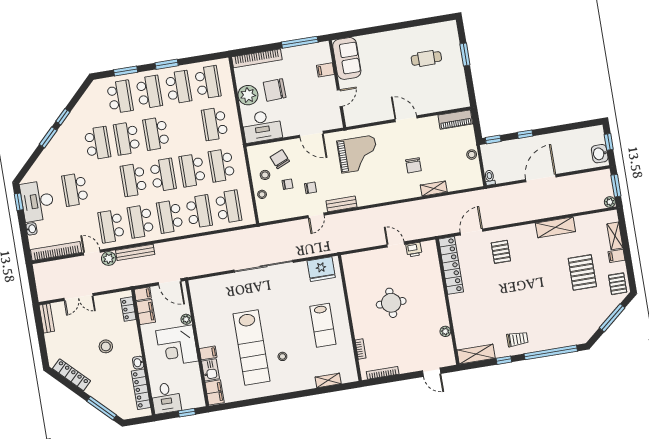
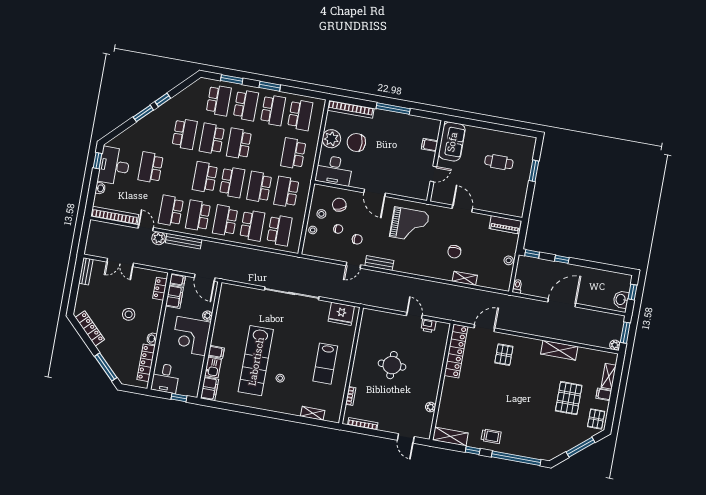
sofa: (347, 58) -> (452, 142), moved
filing cabinet: (325, 70) -> (430, 145), moved
wall: (337, 84) -> (436, 161), moved
door: (340, 98) -> (433, 174), moved

